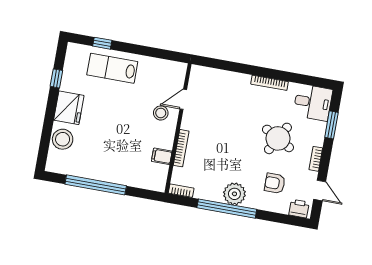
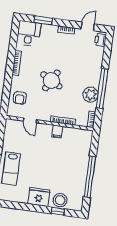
window: (56, 78) -> (58, 211), moved
stool: (161, 113) -> (40, 135), removed
round table: (278, 138) -> (51, 80), moved
filing cabinet: (162, 156) -> (57, 132), moved
armchair: (275, 183) -> (20, 98), moved
plant: (234, 194) -> (91, 95), moved

